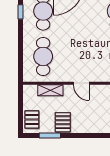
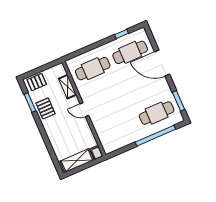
door: (81, 83) -> (84, 110), hinge flipped
pallet: (63, 122) -> (46, 108), turned 90

